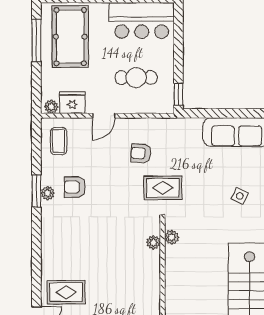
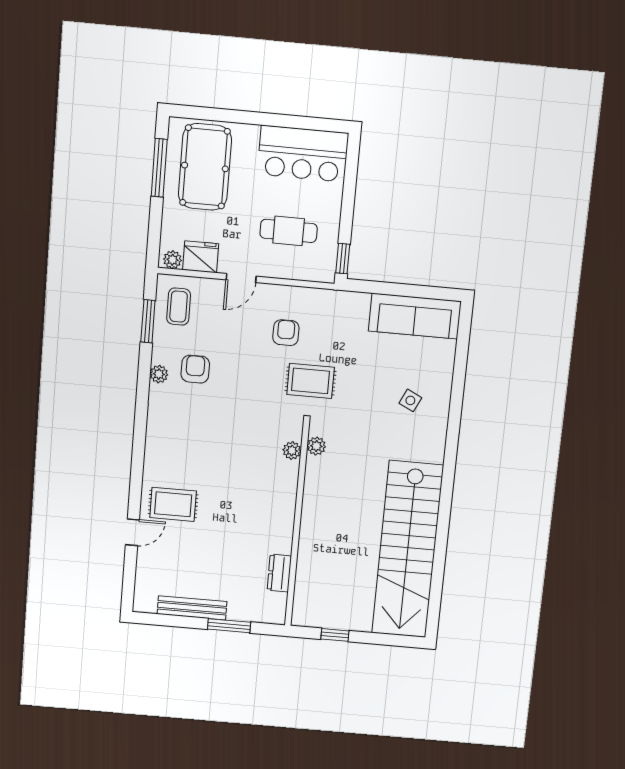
armchair: (141, 153) -> (286, 333), turned 86
armchair: (75, 187) -> (195, 369), turned 90
window: (36, 191) -> (148, 321), moved

